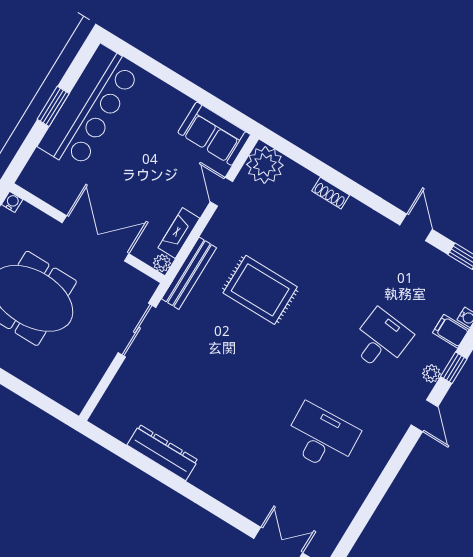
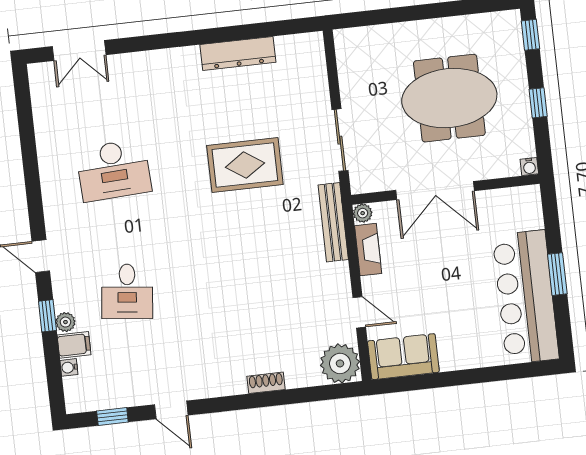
rug: (260, 290) -> (245, 165), moved
plant: (431, 374) -> (65, 322), moved

